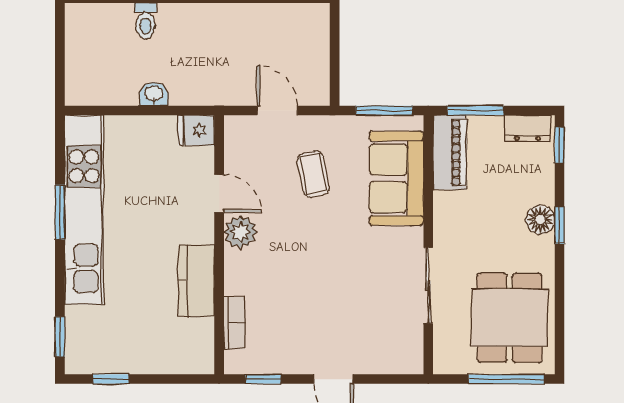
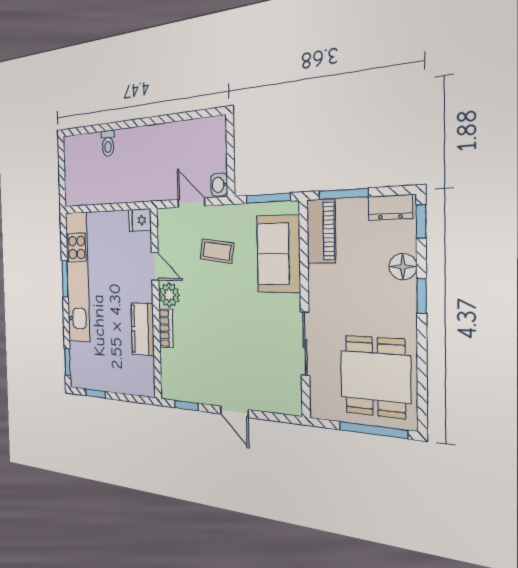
washbasin: (154, 94) -> (219, 185), moved, turned -90
coffee table: (313, 174) -> (217, 251), turned -71
floor lamp: (540, 220) -> (403, 267), moved
bookcase: (234, 323) -> (166, 328), moved

